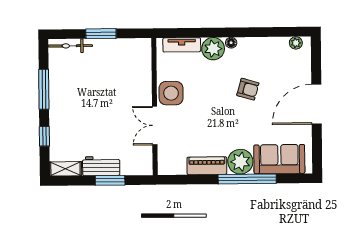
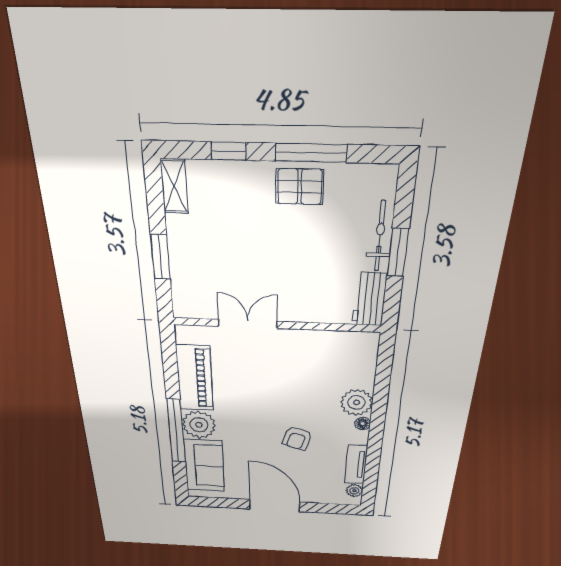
tv unit: (182, 45) -> (356, 464), moved
bicycle: (70, 46) -> (380, 236), moved
side table: (171, 93) -> (296, 348), removed
pallet: (63, 95) -> (300, 187), added
workbench: (101, 166) -> (369, 299), moved, turned 180
piano: (207, 166) -> (195, 378), width x1.37, depth x1.33

